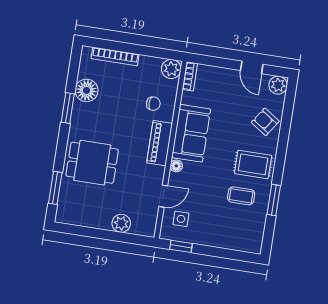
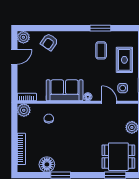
piano: (160, 143) -> (74, 110), removed
dining table: (92, 163) -> (118, 157), moved, turned 90
rug: (253, 164) -> (124, 60), moved

